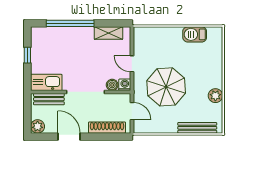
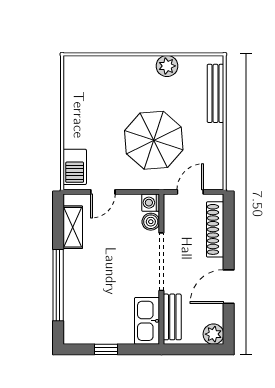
barbecue: (195, 34) -> (75, 167), moved
door: (132, 64) -> (103, 192), moved

